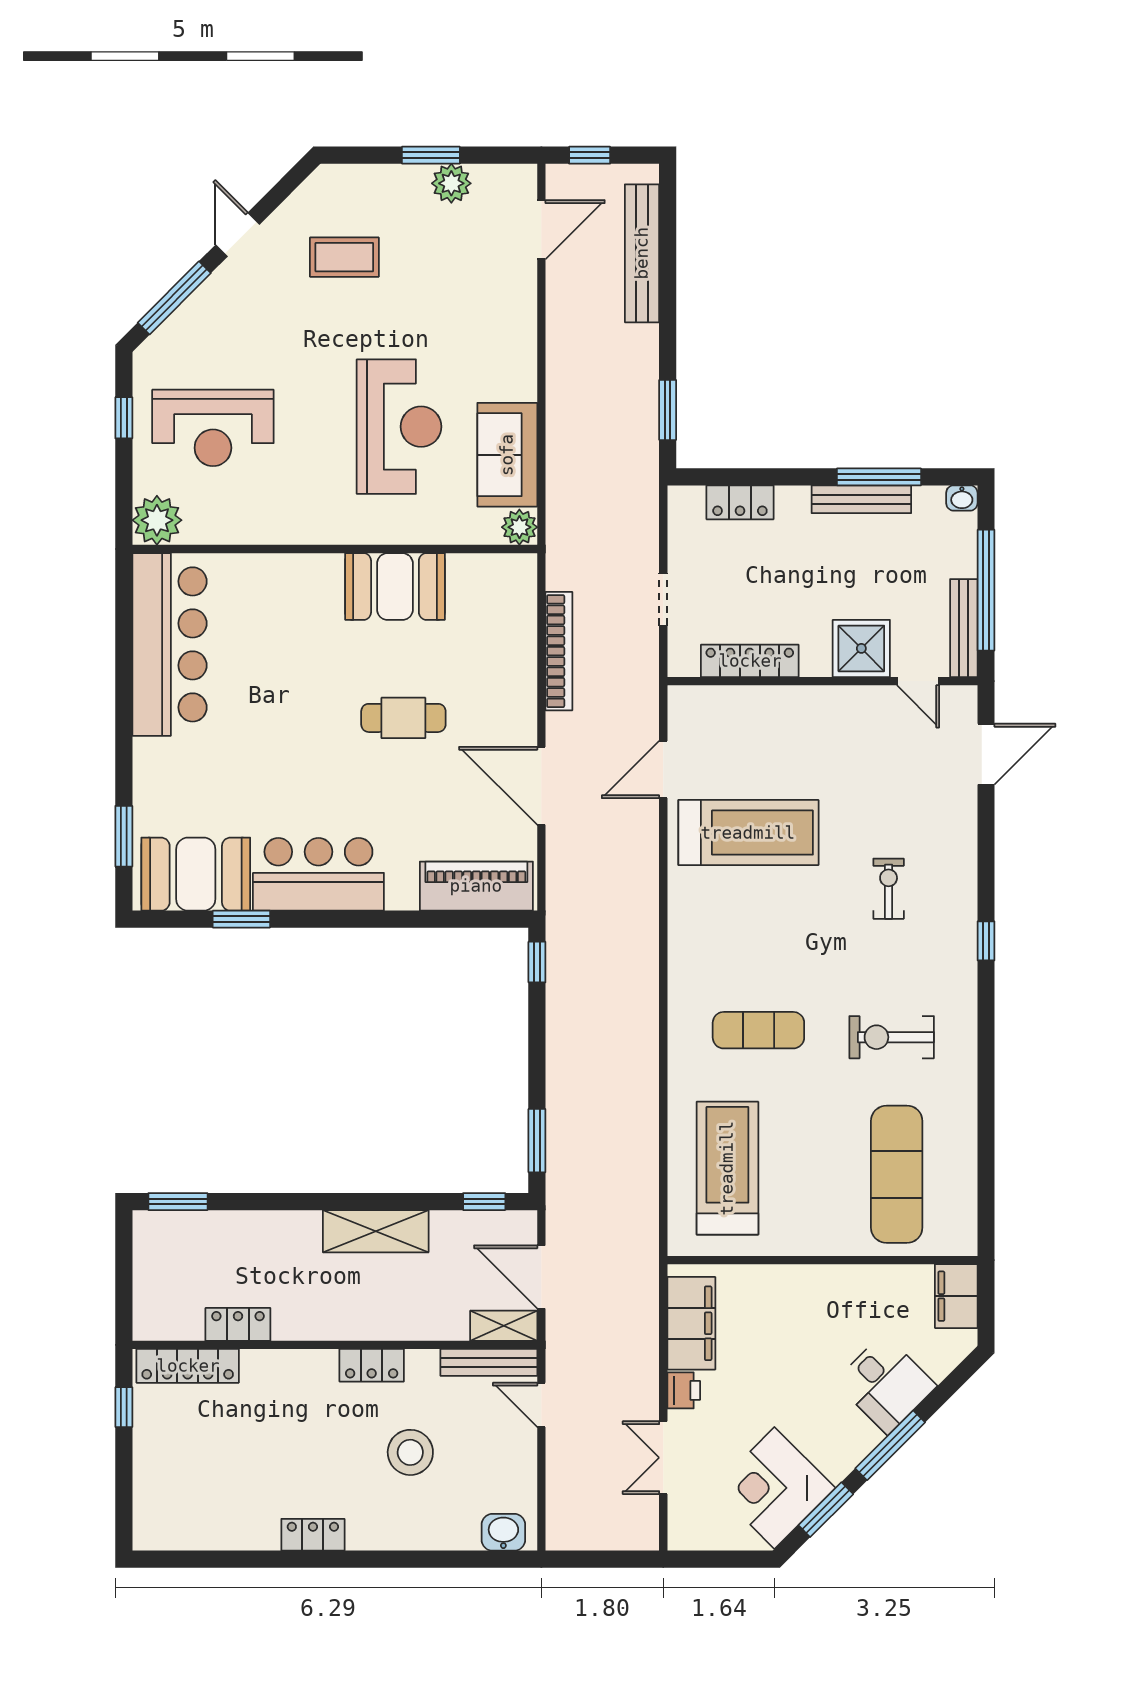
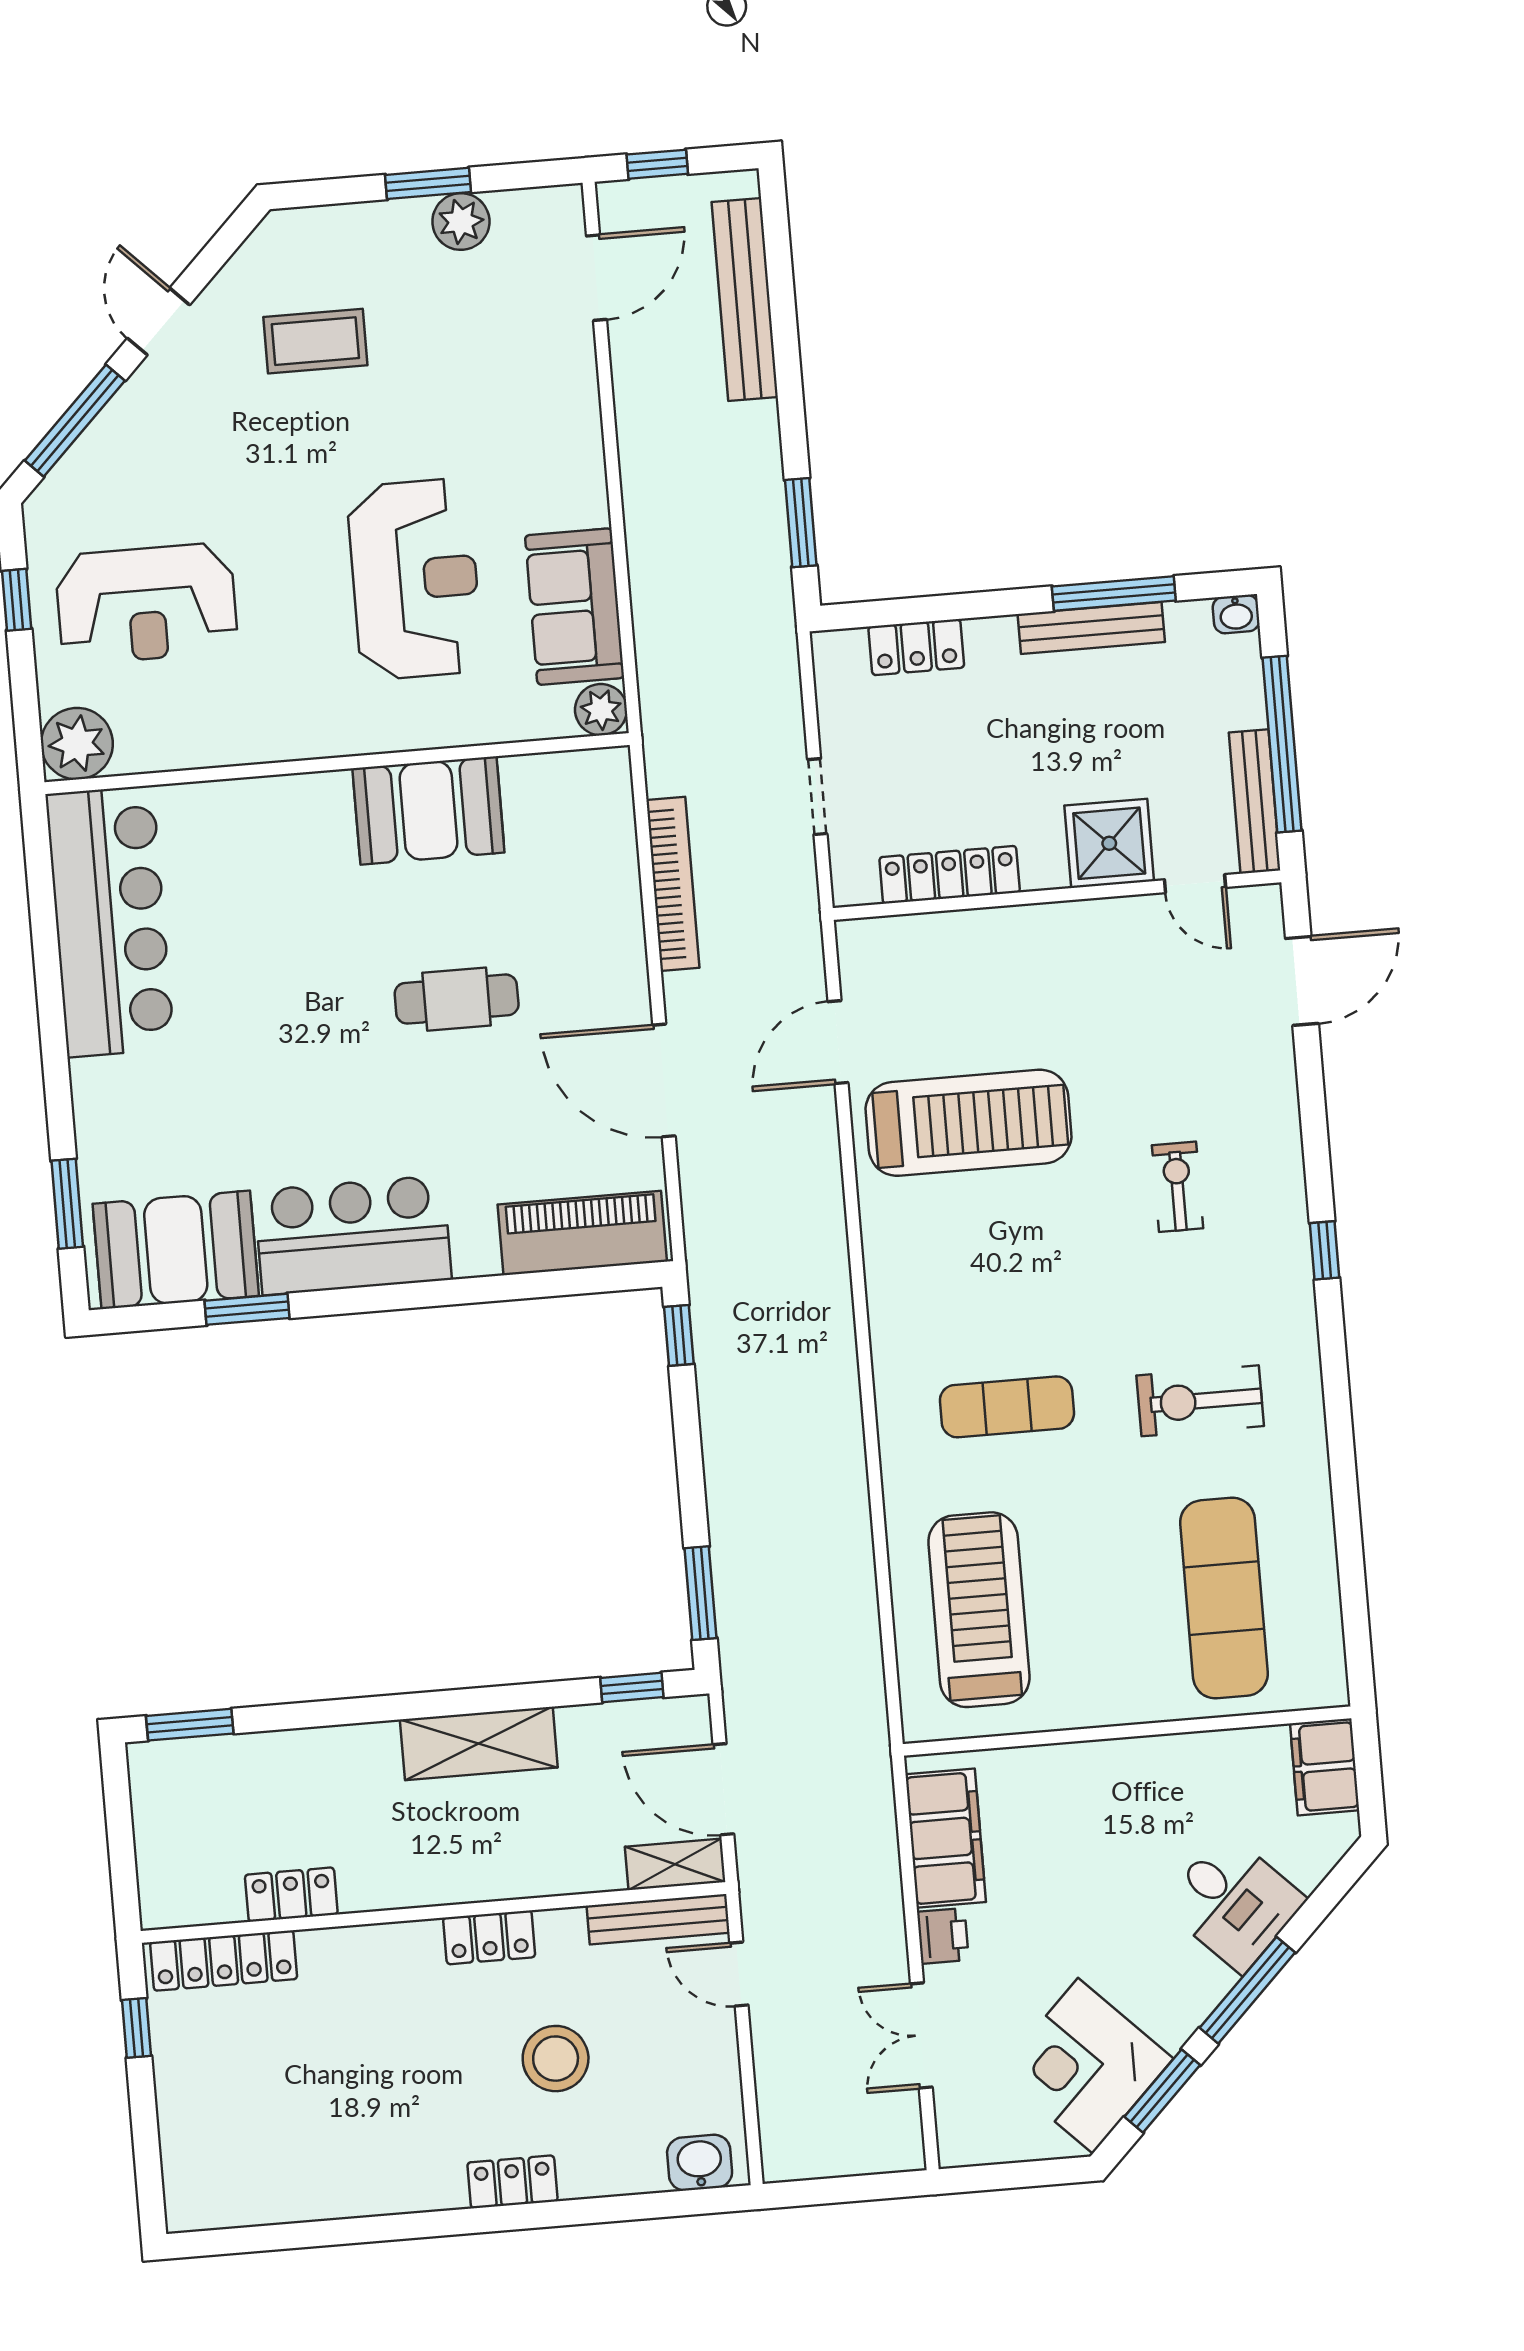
locker: (313, 1535) -> (512, 2182), moved

